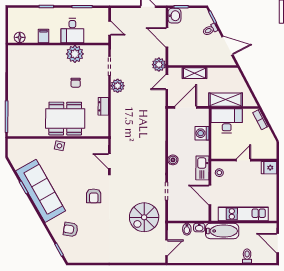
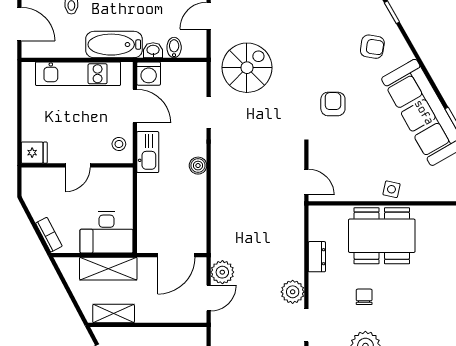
plant: (159, 65) -> (222, 272), moved
shelving: (194, 73) -> (114, 314), moved
washing machine: (202, 133) -> (149, 74), moved, turned 90
door: (109, 161) -> (306, 182), moved

